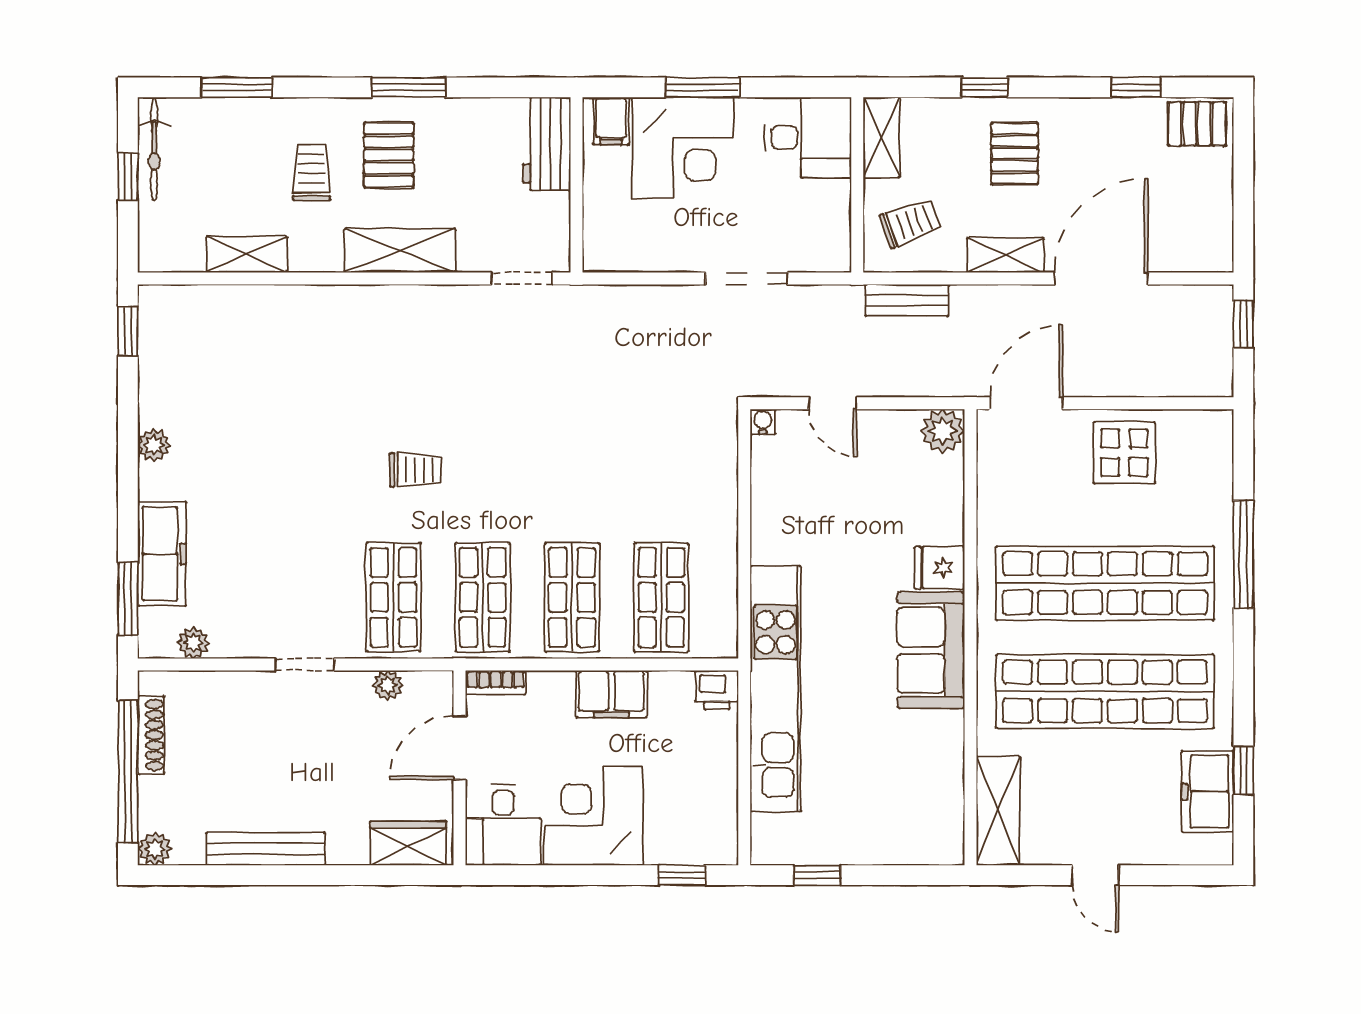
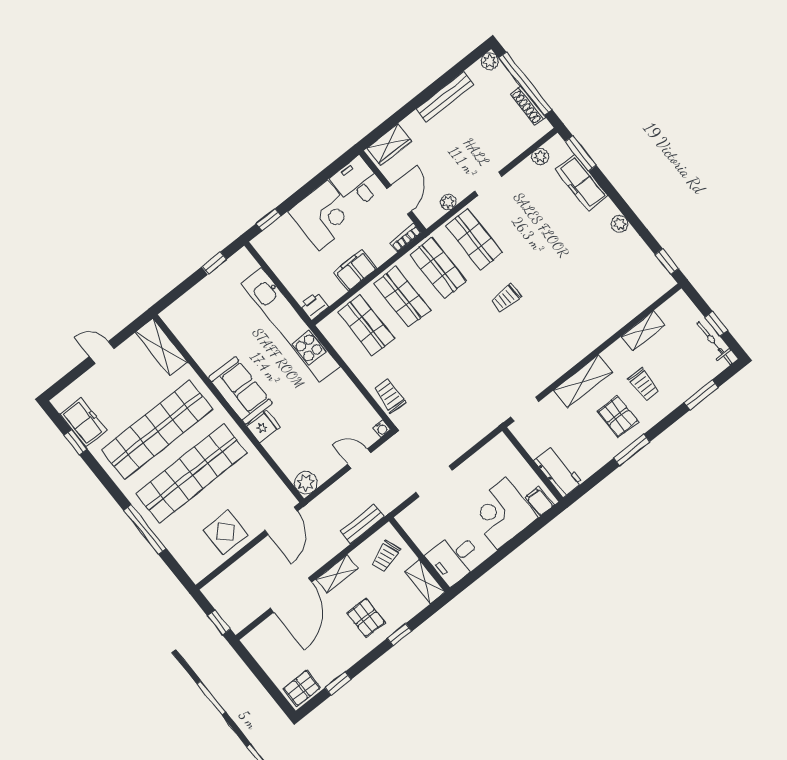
window: (703, 87) -> (513, 544), removed
trolley: (710, 461) -> (390, 396), added

